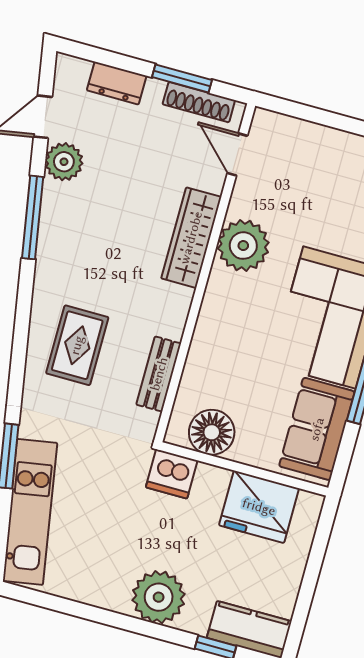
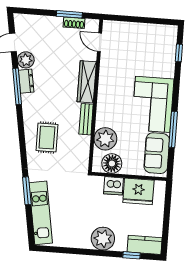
dresser: (117, 83) -> (26, 81), moved, turned -100
shoe rack: (199, 102) -> (74, 23), width x0.70
plant: (243, 246) -> (105, 139), moved
bench: (159, 374) -> (86, 119), moved
dishwasher: (172, 474) -> (114, 186), moved

